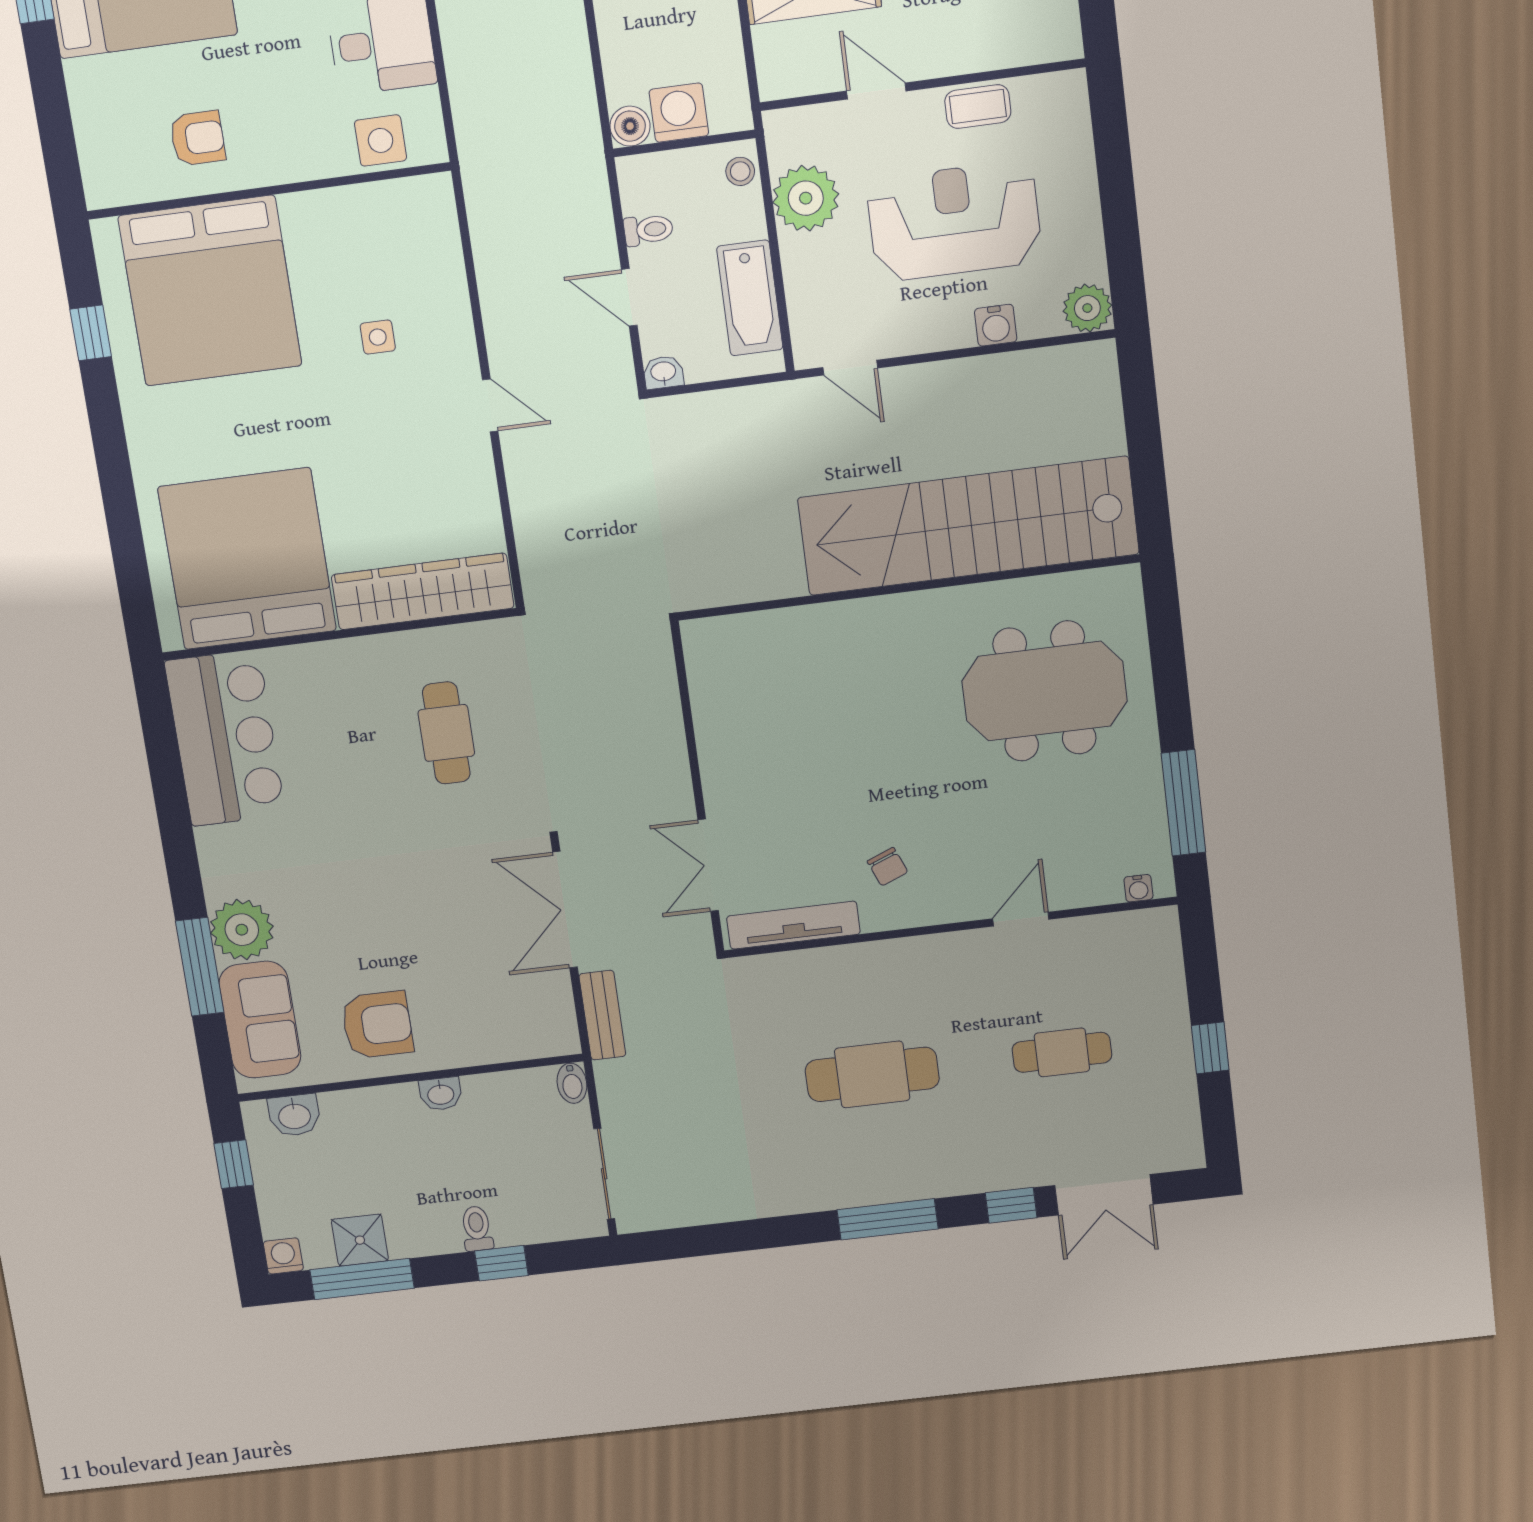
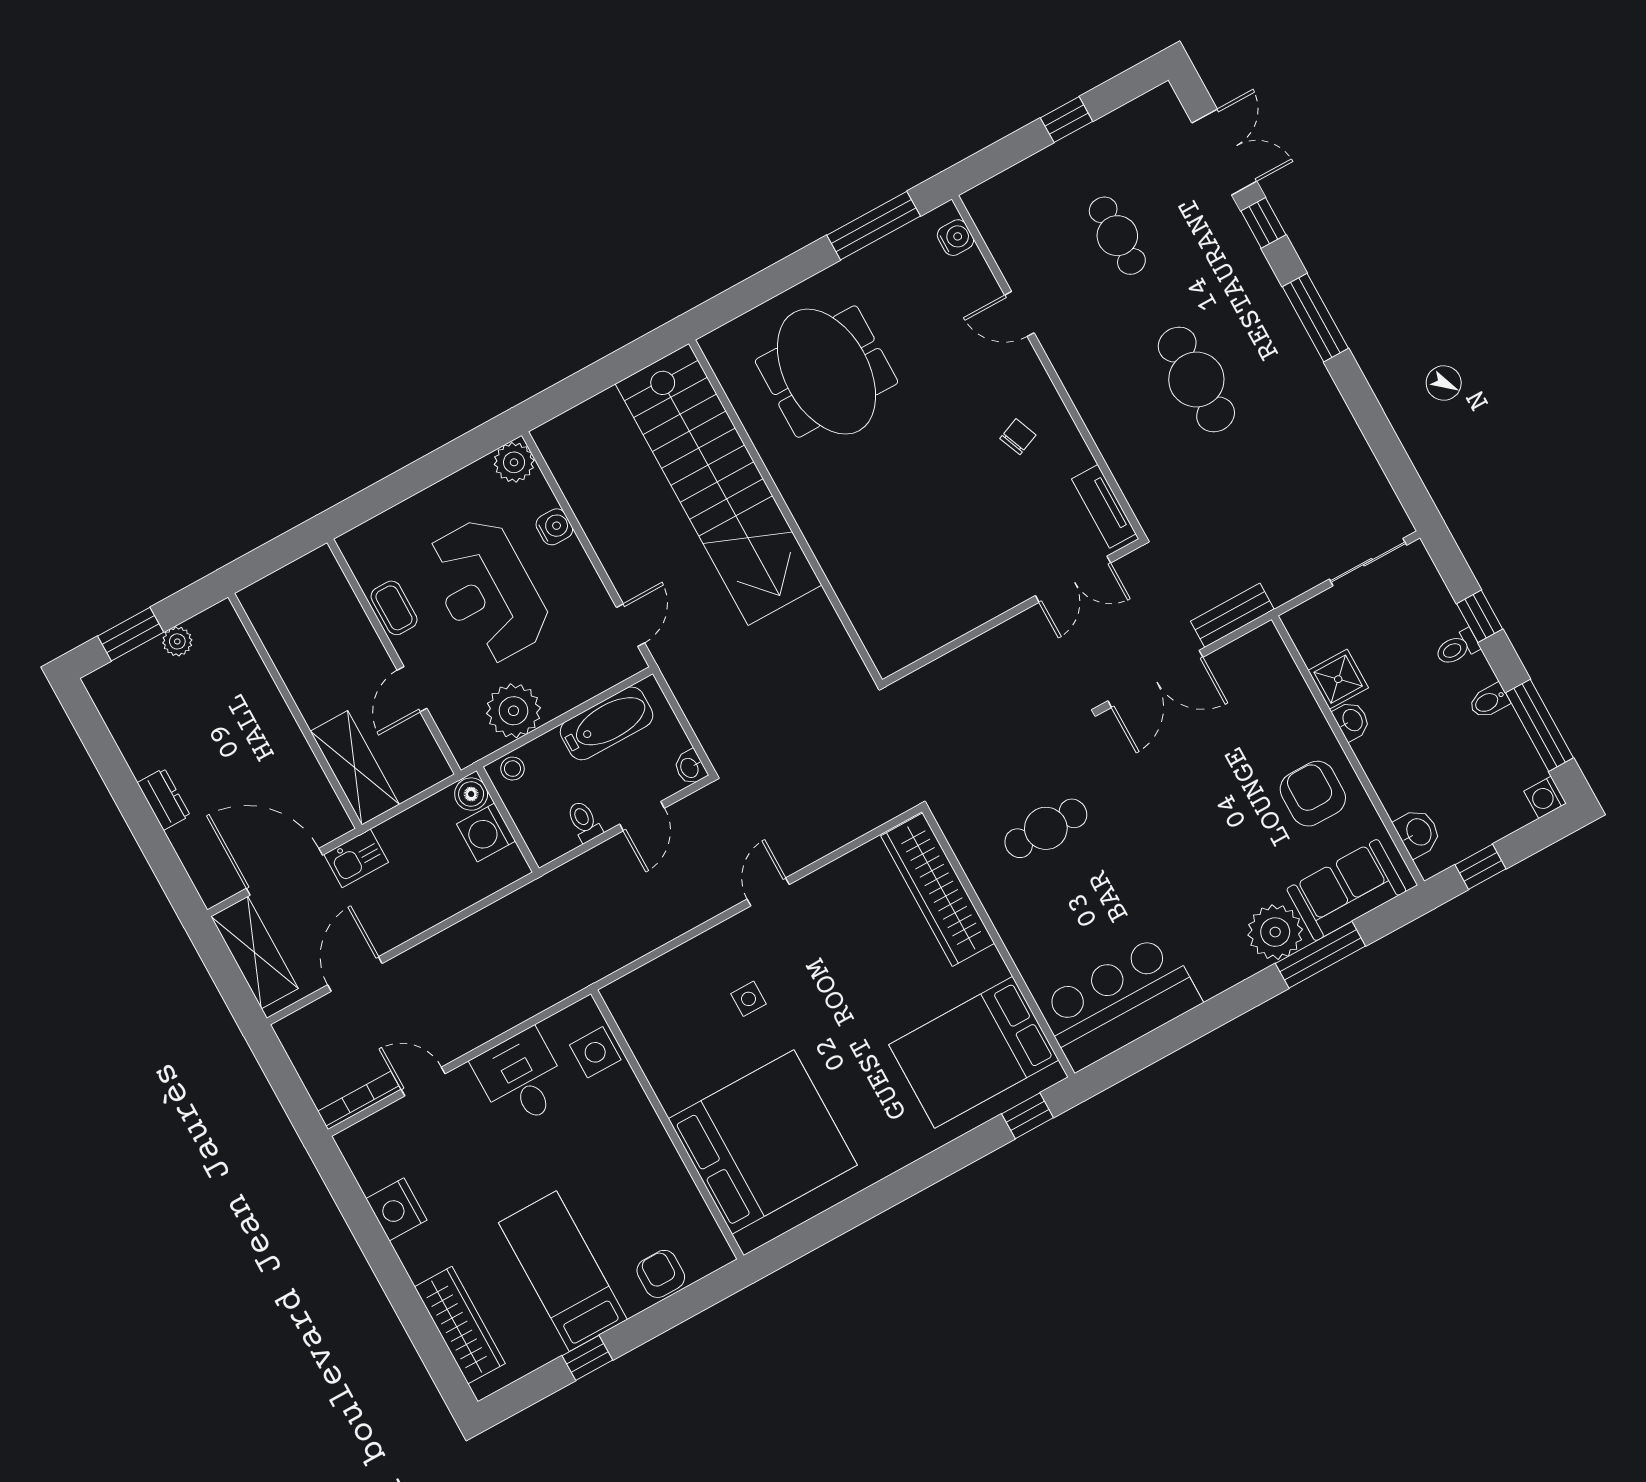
boiler: (630, 126) -> (471, 794), moved
armchair: (198, 138) -> (661, 1274), moved
window: (91, 333) -> (1028, 1116), moved
bed: (247, 559) -> (974, 1052), width x0.73
water cooler: (1138, 888) -> (955, 238), width x1.38, depth x1.38
tv unit: (793, 925) -> (1104, 506), width x0.71
bidet: (572, 1083) -> (1489, 701), moved, turned 180
shower: (360, 1240) -> (1338, 679), moved

